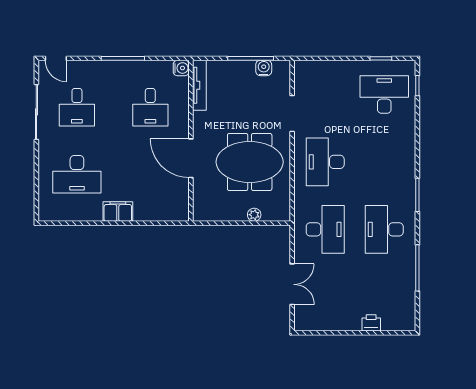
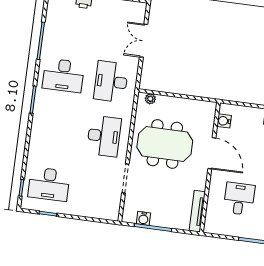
water cooler: (181, 68) -> (224, 121), moved
plant: (254, 215) -> (150, 99), moved
desk: (384, 229) -> (63, 75), turned 90

